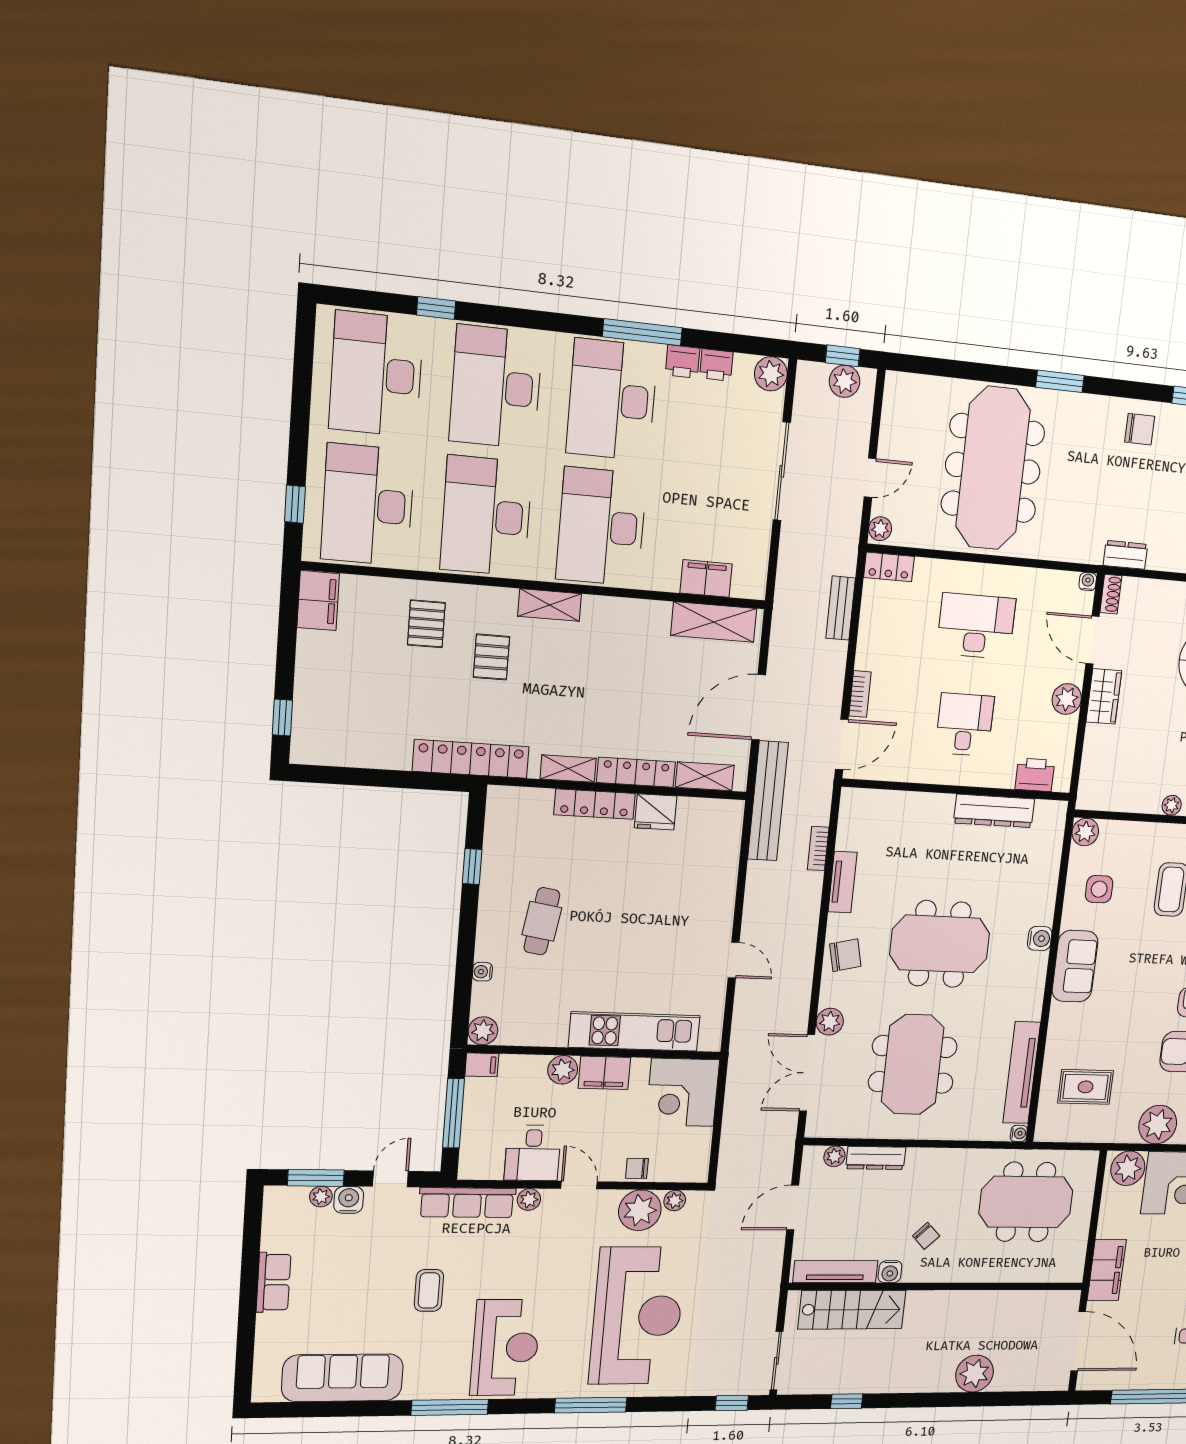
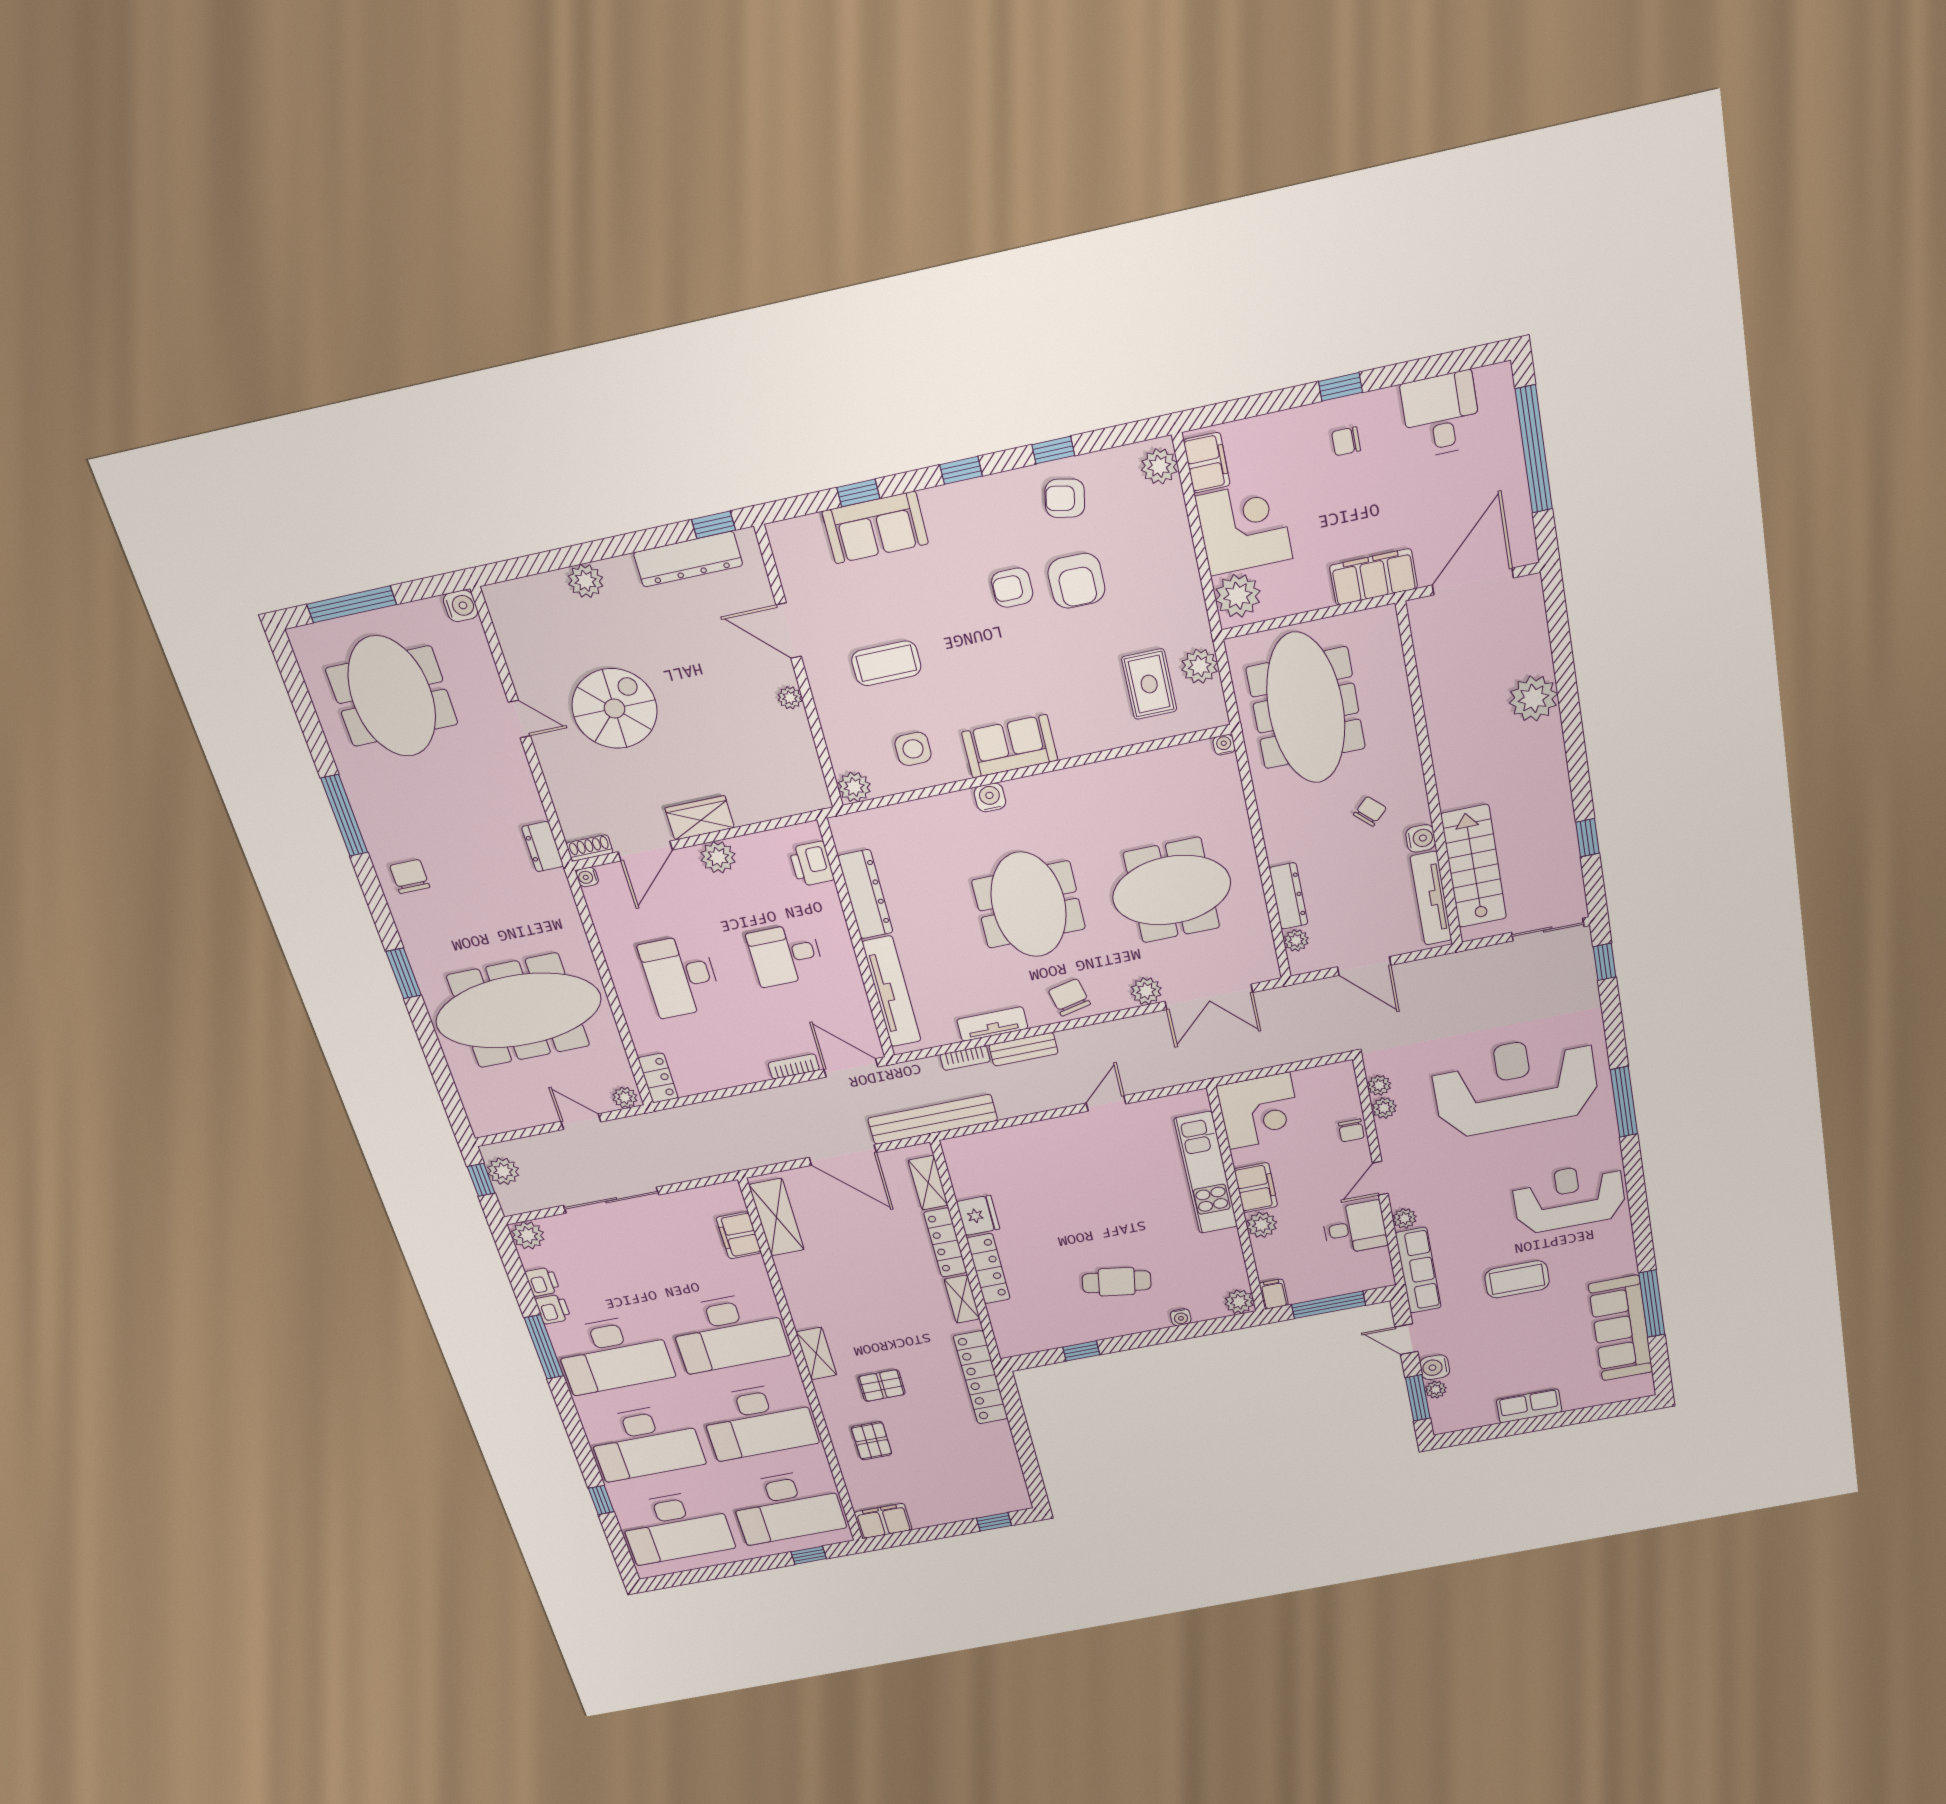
bench: (841, 608) -> (1023, 1049), moved
pallet: (426, 624) -> (872, 1441), turned 90
tv unit: (1022, 1073) -> (892, 992), moved, turned -90
plant: (1158, 1125) -> (1200, 666), moved, width x0.73, depth x0.73
meeting table: (1026, 1202) -> (1306, 708), width x1.36
plant: (640, 1210) -> (1384, 1108), width x0.53, depth x0.53
coffee table: (429, 1290) -> (1517, 1279), width x1.36, depth x1.30
window: (450, 1407) -> (1652, 1304), moved

